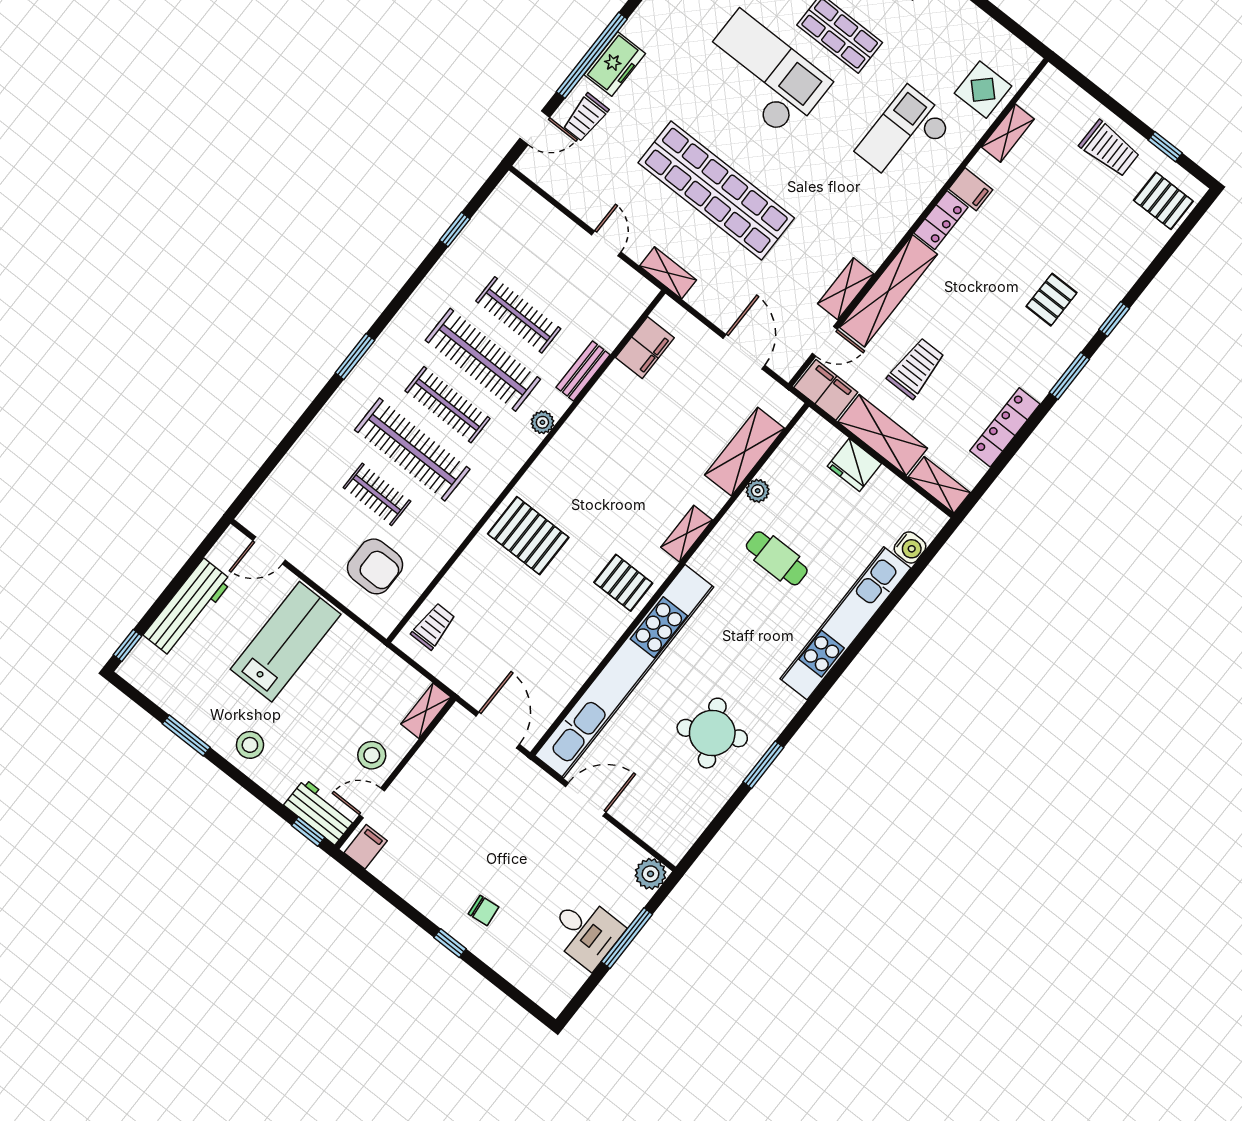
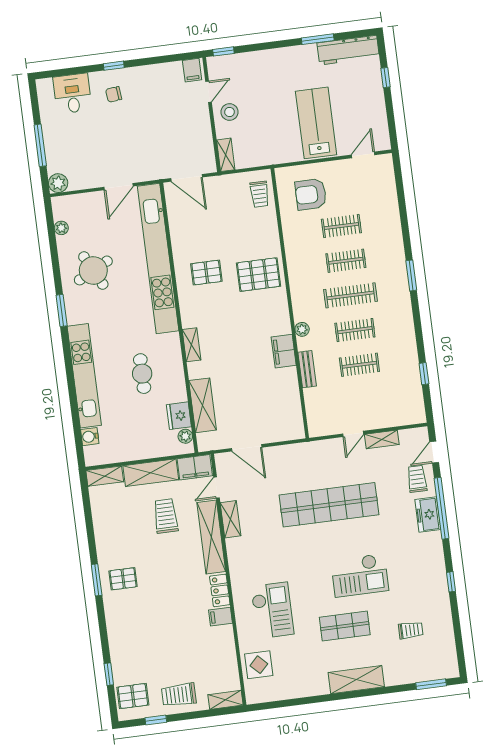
checkout: (763, 74) -> (360, 575), width x0.73, depth x0.83
shelving: (1008, 133) -> (225, 700), moved, turned 90
door: (606, 243) -> (353, 434), hinge flipped
shelving: (668, 273) -> (382, 439), moved
pallet: (1052, 300) -> (123, 579), moved, turned 90
clothes rail: (518, 315) -> (359, 365), width x0.73
window: (1114, 319) -> (109, 674), moved
filing cabinet: (645, 348) -> (284, 351), moved
clothes rail: (483, 360) -> (355, 330), width x0.54, depth x0.76
trolley: (916, 368) -> (166, 516), turned 180
locker: (1005, 427) -> (102, 530), removed
clothes rail: (412, 450) -> (346, 261), width x0.54, depth x0.76
fridge: (854, 465) -> (179, 416), moved, turned -90
plant: (758, 491) -> (185, 436), moved
cafe table: (777, 558) -> (142, 374), turned 90
pallet: (623, 583) -> (206, 273), moved
workbench: (188, 608) -> (348, 50), moved, turned -90
lab bench: (286, 642) -> (316, 123), turned 180
window: (127, 645) -> (386, 78), moved
stool: (250, 745) -> (286, 63), removed
window: (763, 765) -> (62, 310), moved
workbench: (320, 812) -> (227, 65), removed
plant: (699, 819) -> (61, 228), added
desk: (586, 932) -> (72, 94), moved, turned 90

